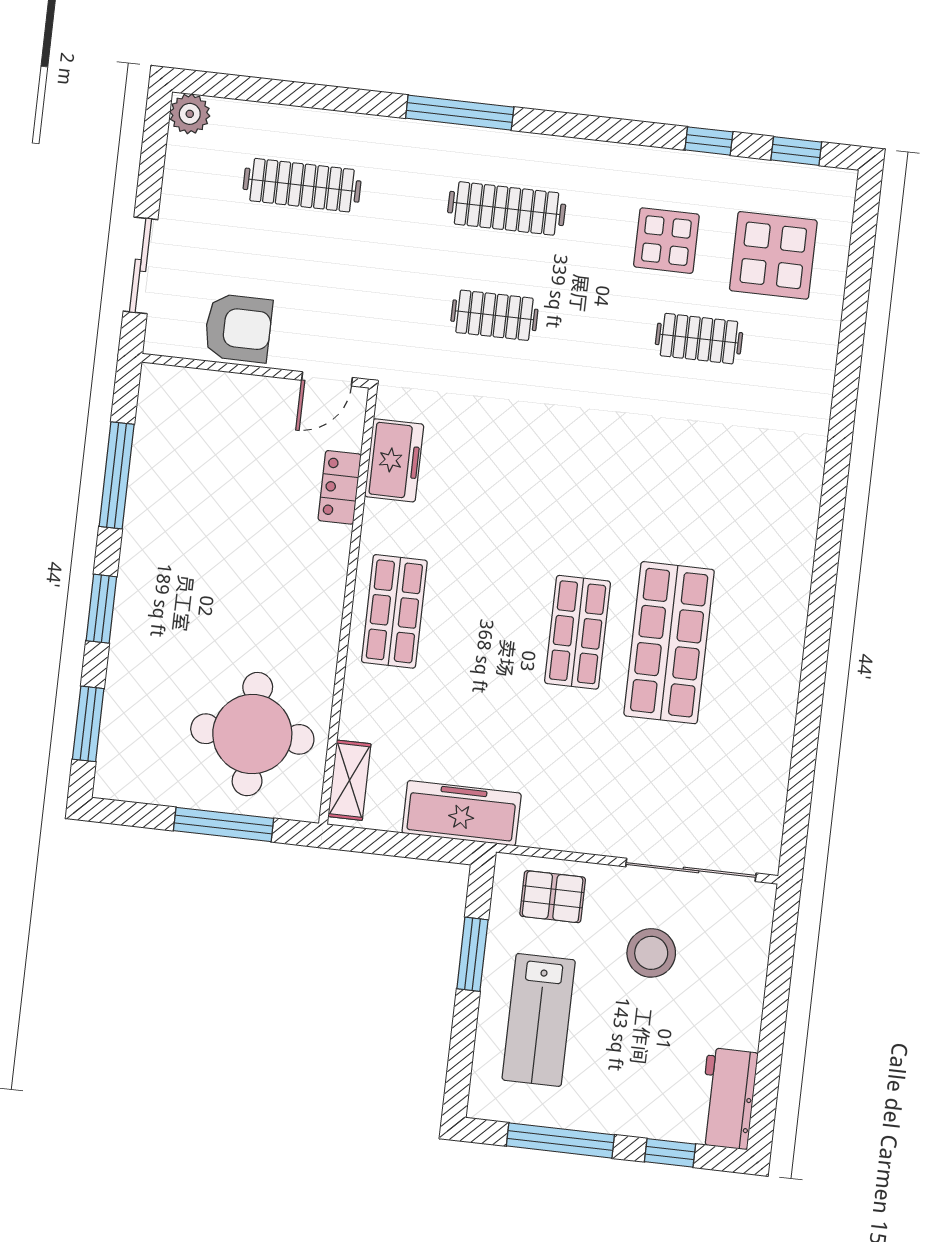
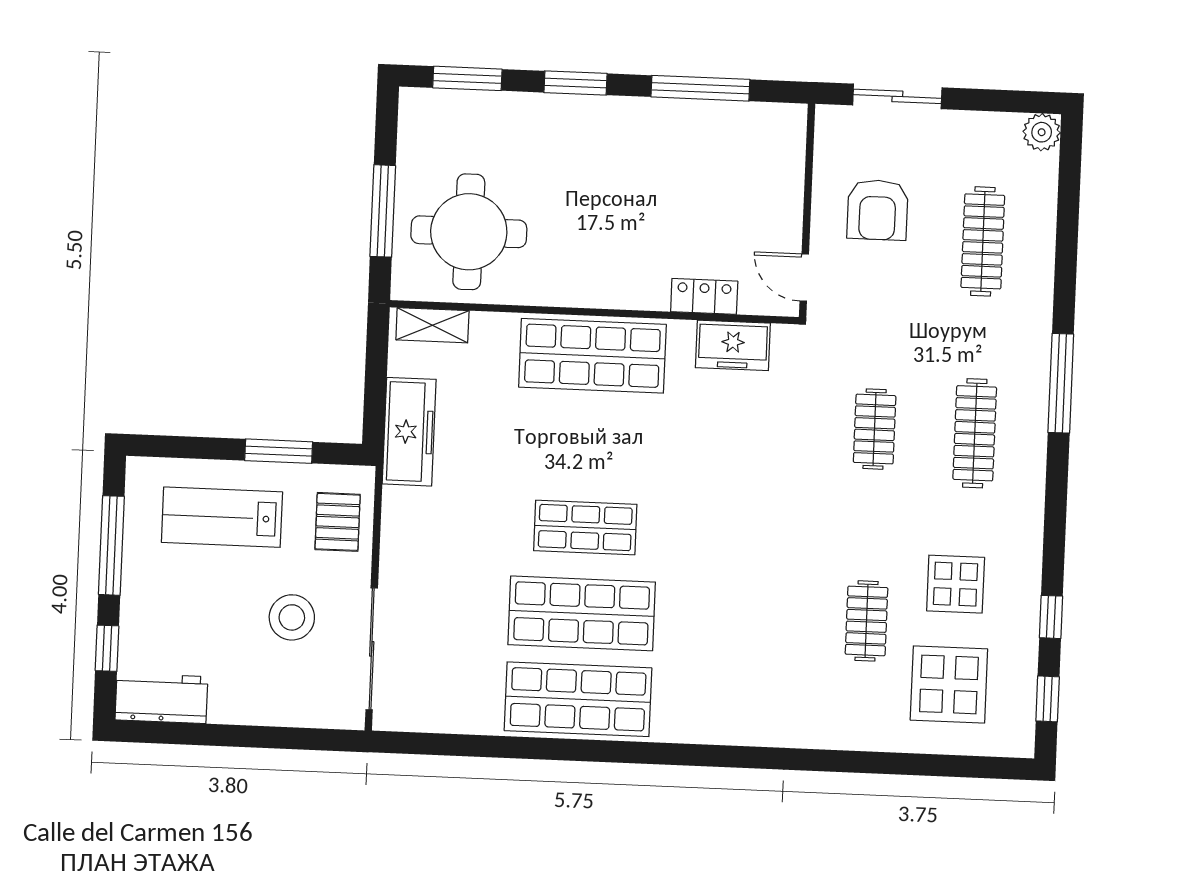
armchair: (238, 328) -> (877, 210), moved
shop shelf: (394, 611) -> (592, 356), width x1.43, depth x1.36
shop shelf: (761, 653) -> (578, 699), added

